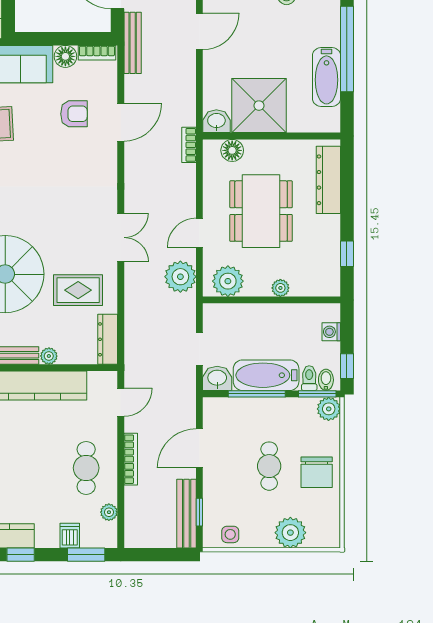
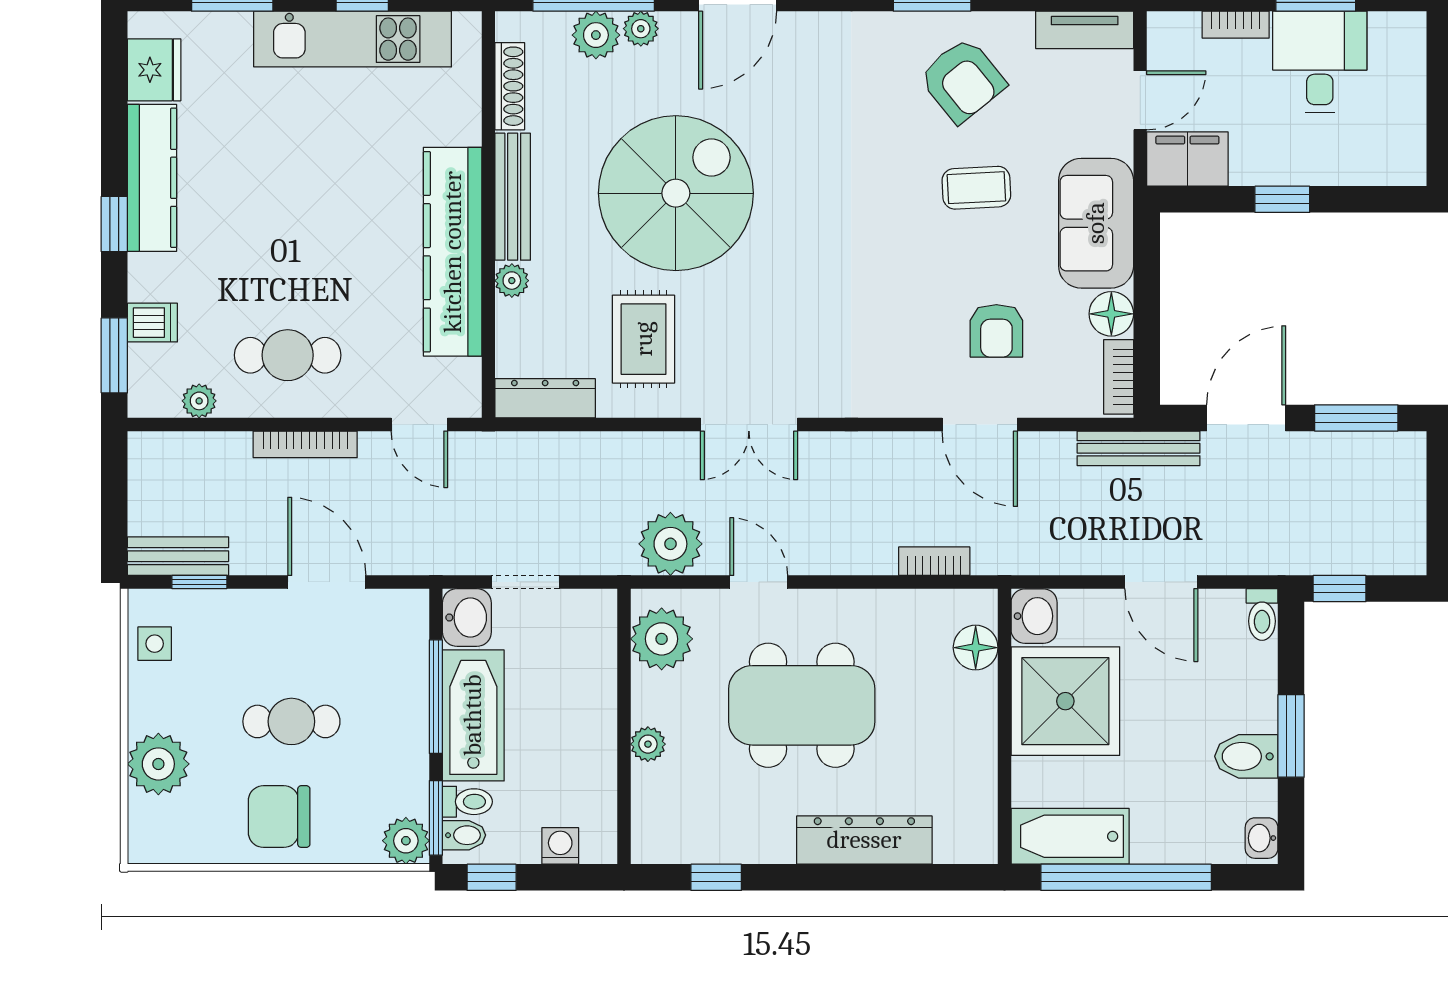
shower: (259, 106) -> (1065, 701), moved
washbasin: (216, 121) -> (1034, 616), moved
wall: (272, 136) -> (1004, 726), moved
floor lamp: (232, 150) -> (976, 648), moved
bench: (187, 514) -> (178, 556), width x0.73

